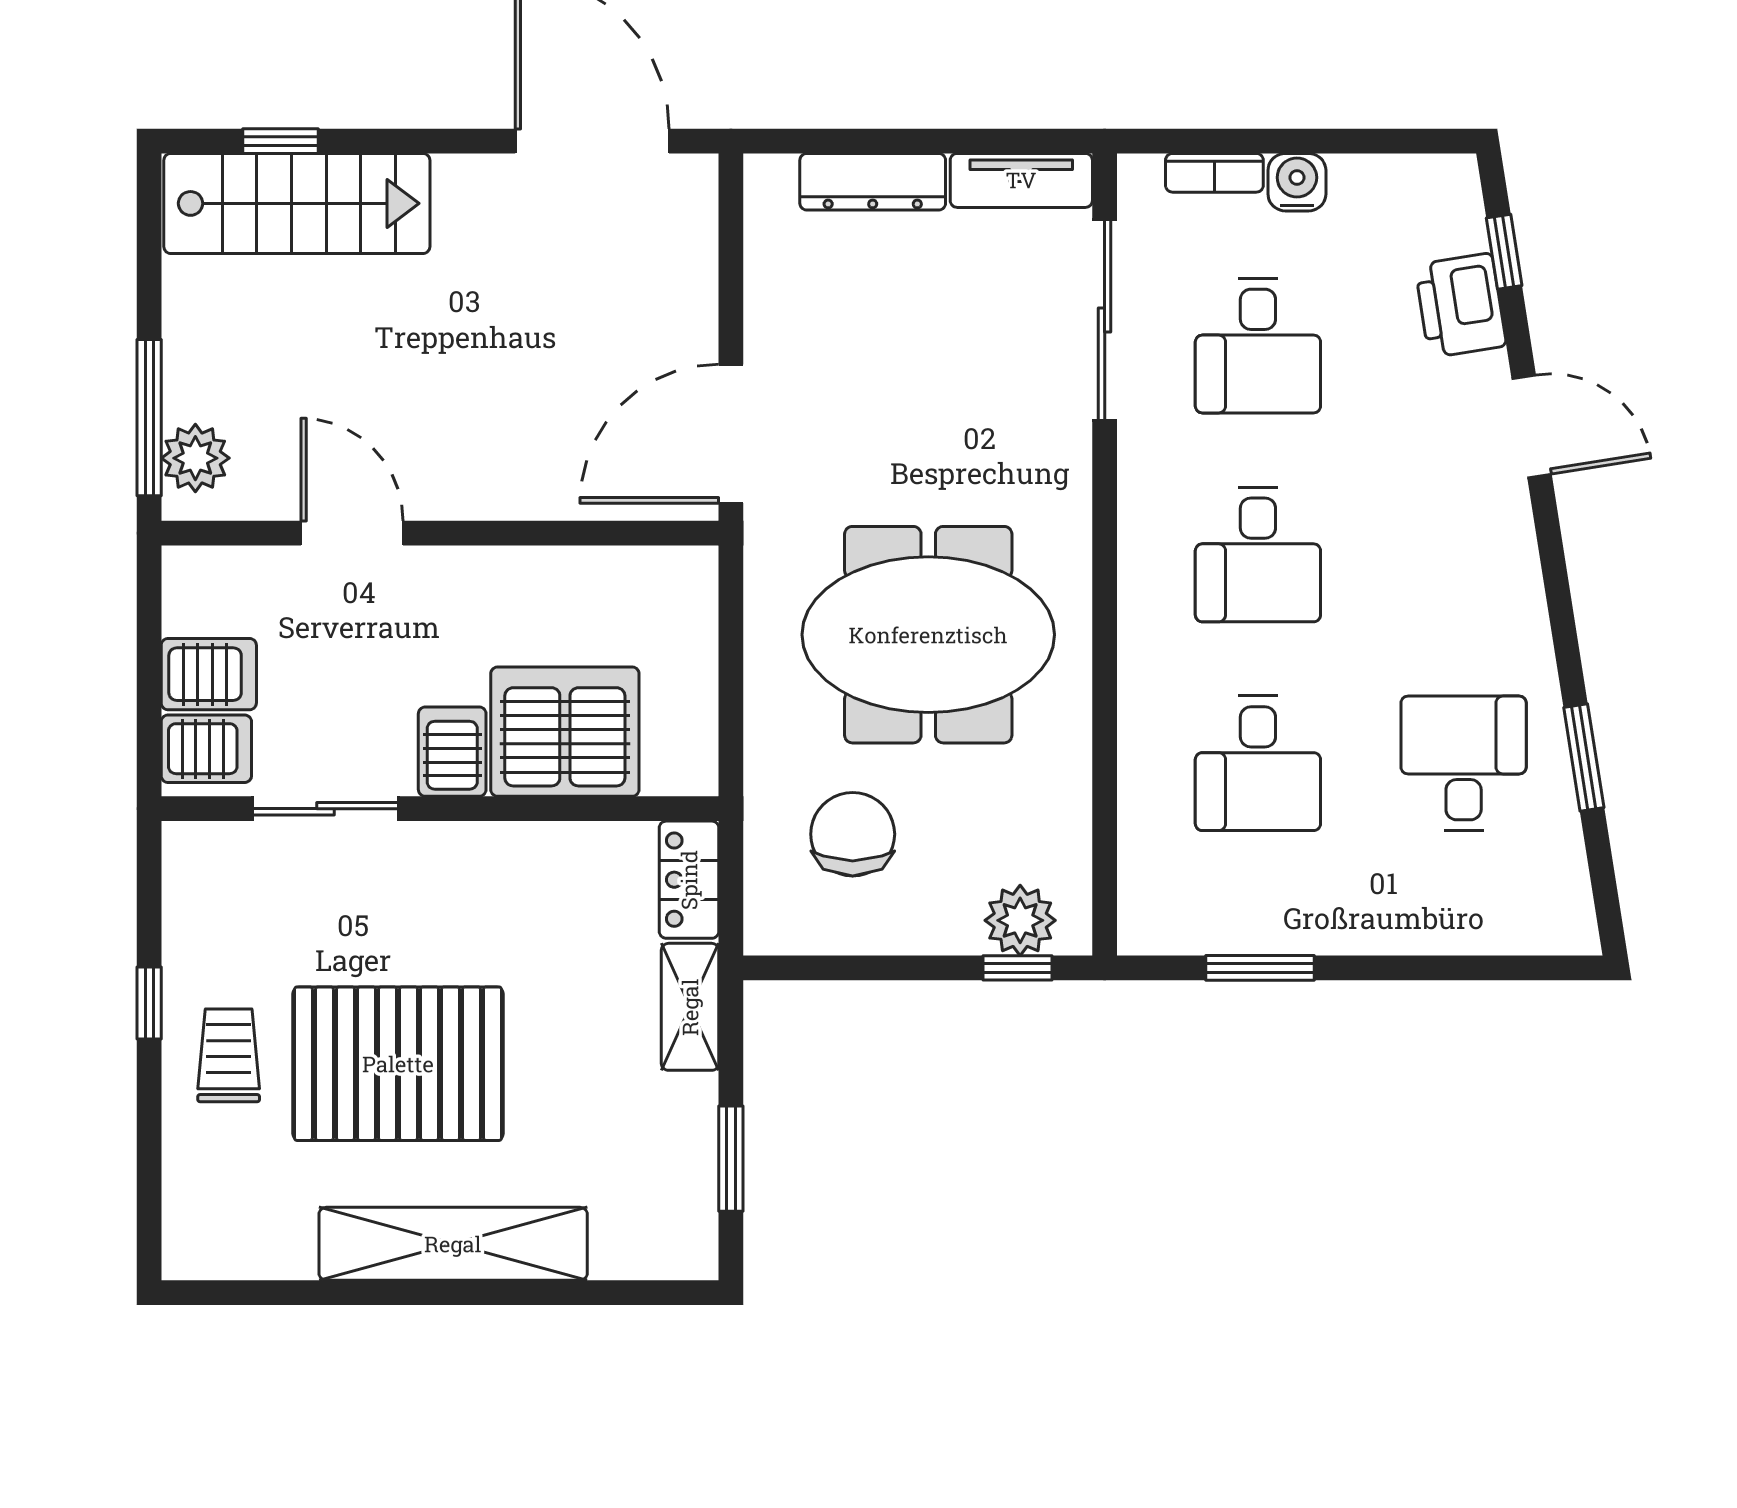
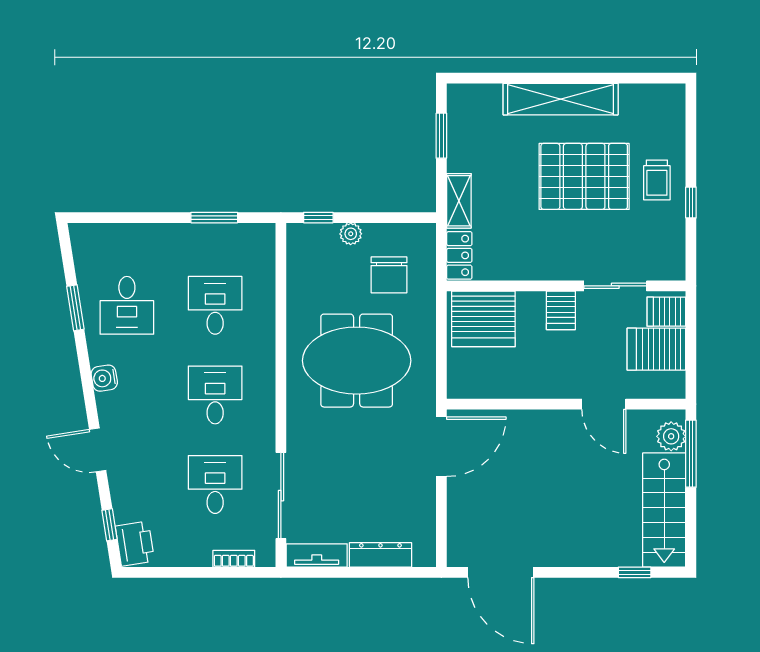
water cooler: (1297, 182) -> (104, 378), moved, turned 81
stairs: (297, 203) -> (664, 510), moved, turned -90
printer: (1460, 305) -> (135, 544), moved
server rack: (209, 674) -> (656, 349), width x1.36, depth x1.44
server rack: (565, 732) -> (483, 319), moved
plant: (1020, 920) -> (351, 234), moved, width x0.73, depth x0.73

